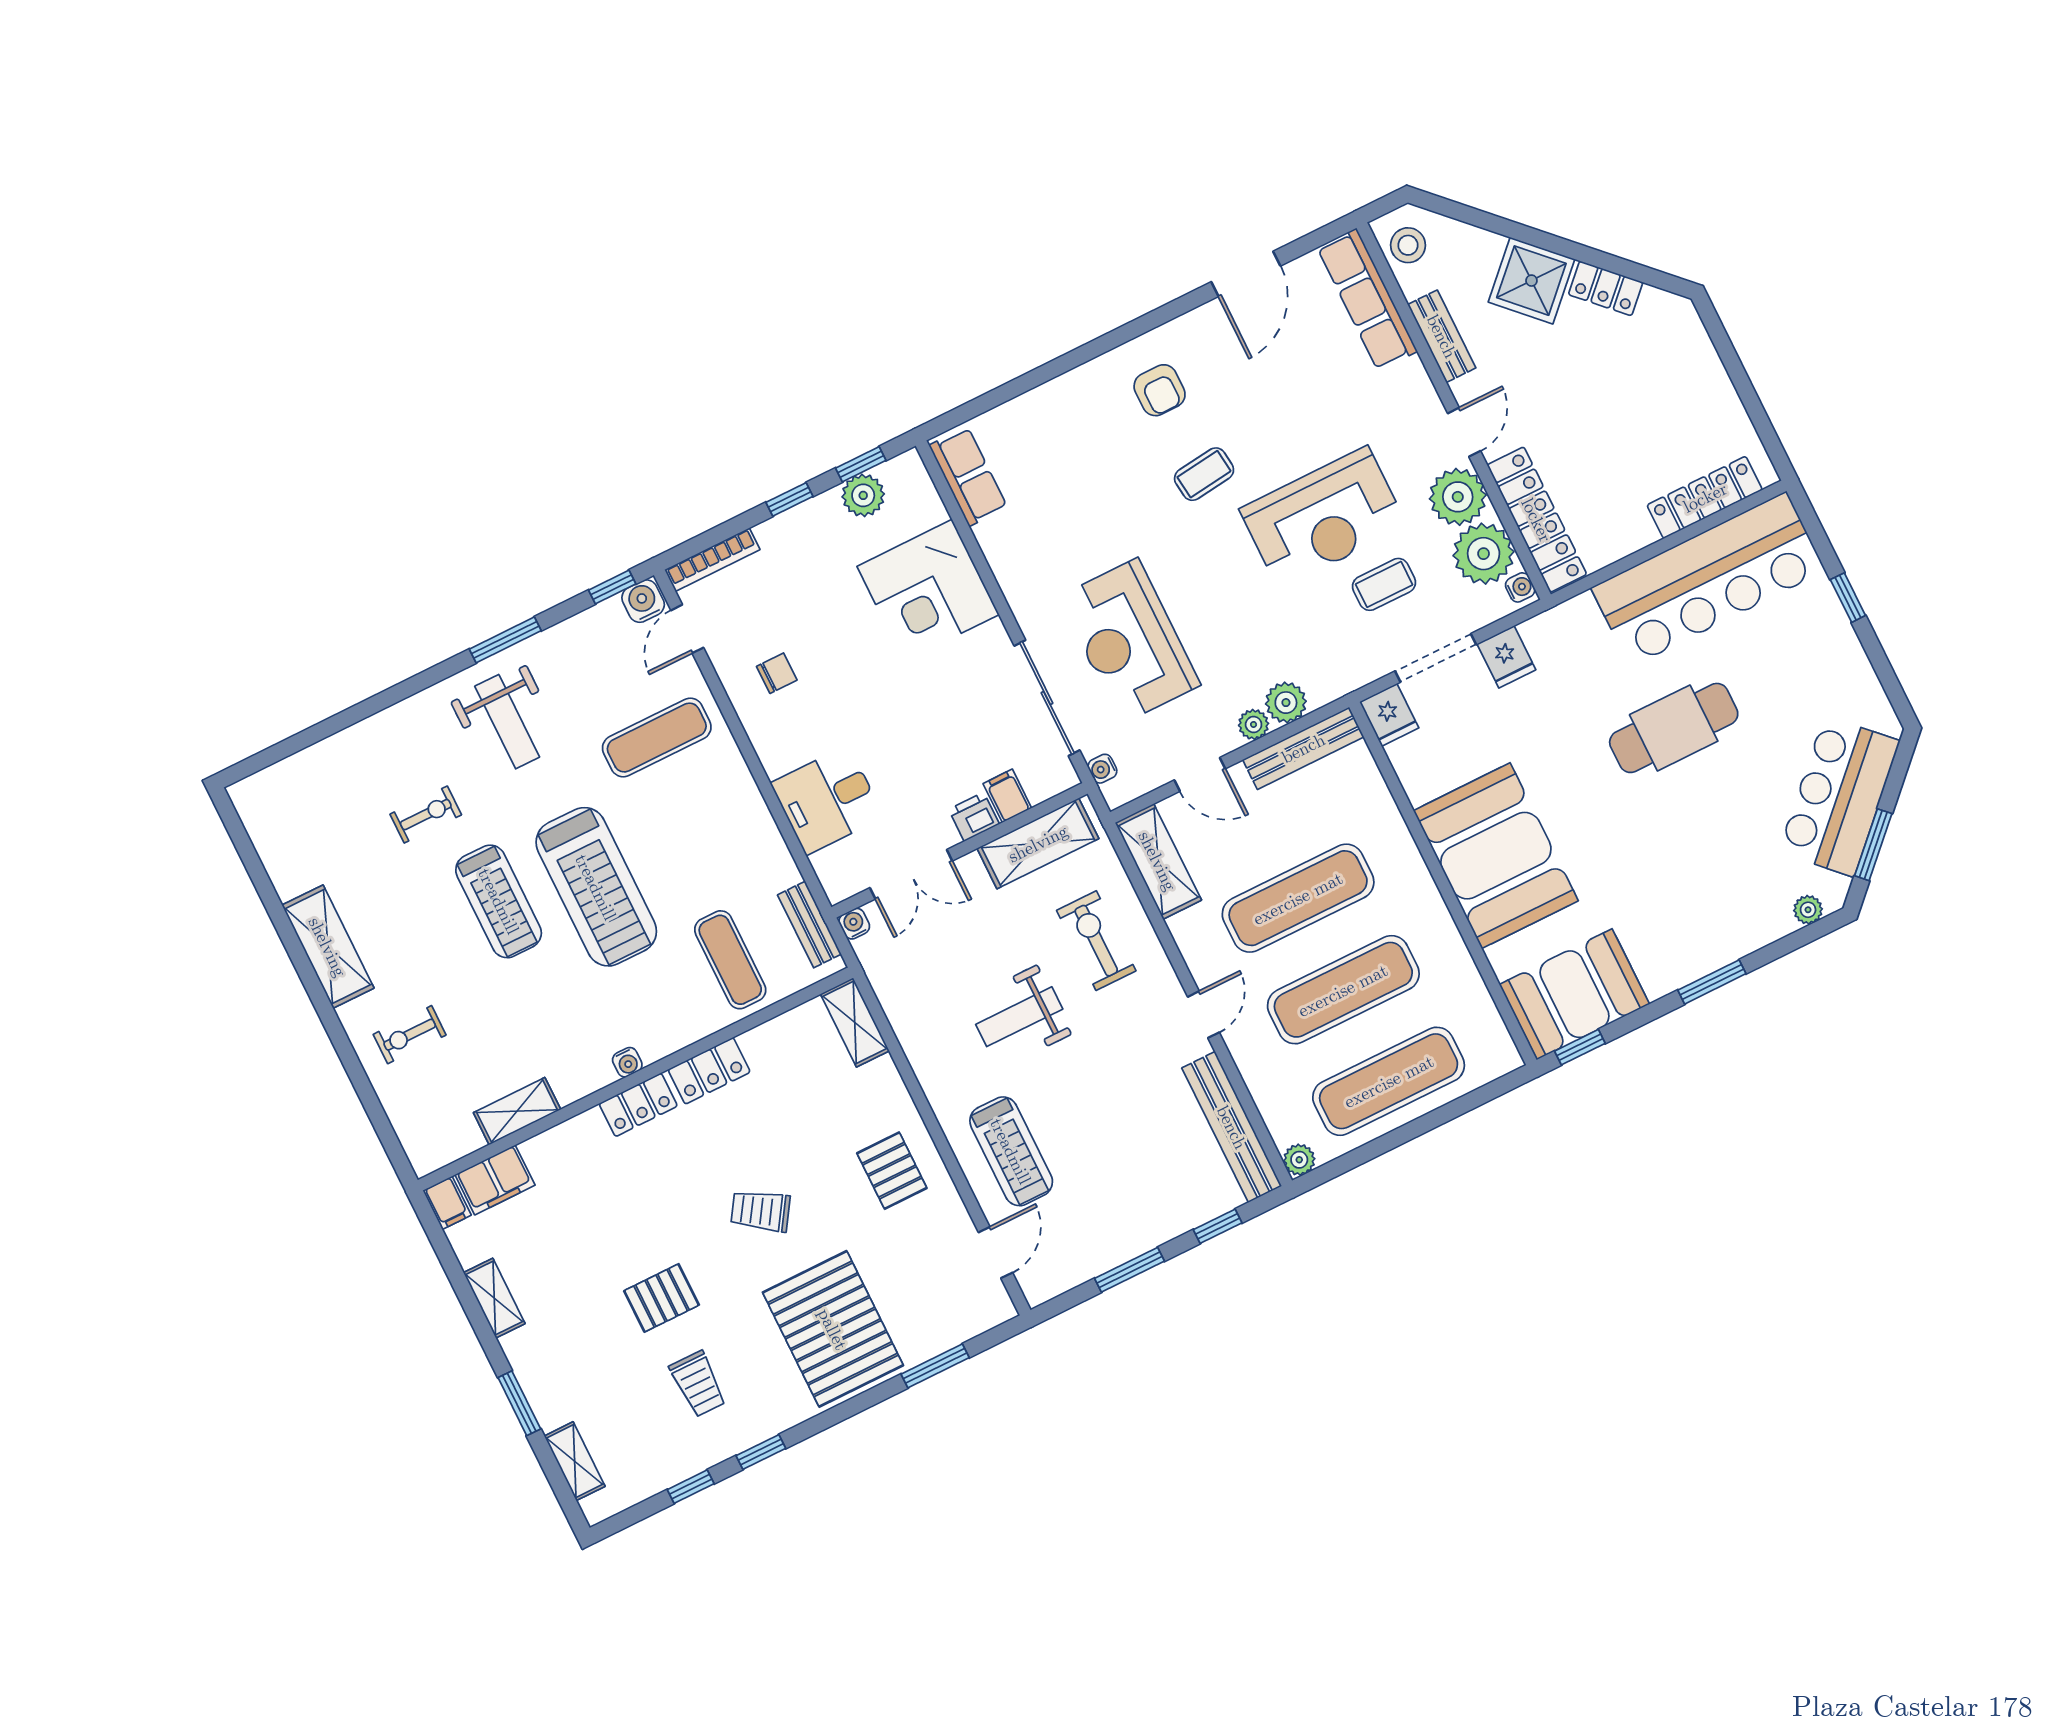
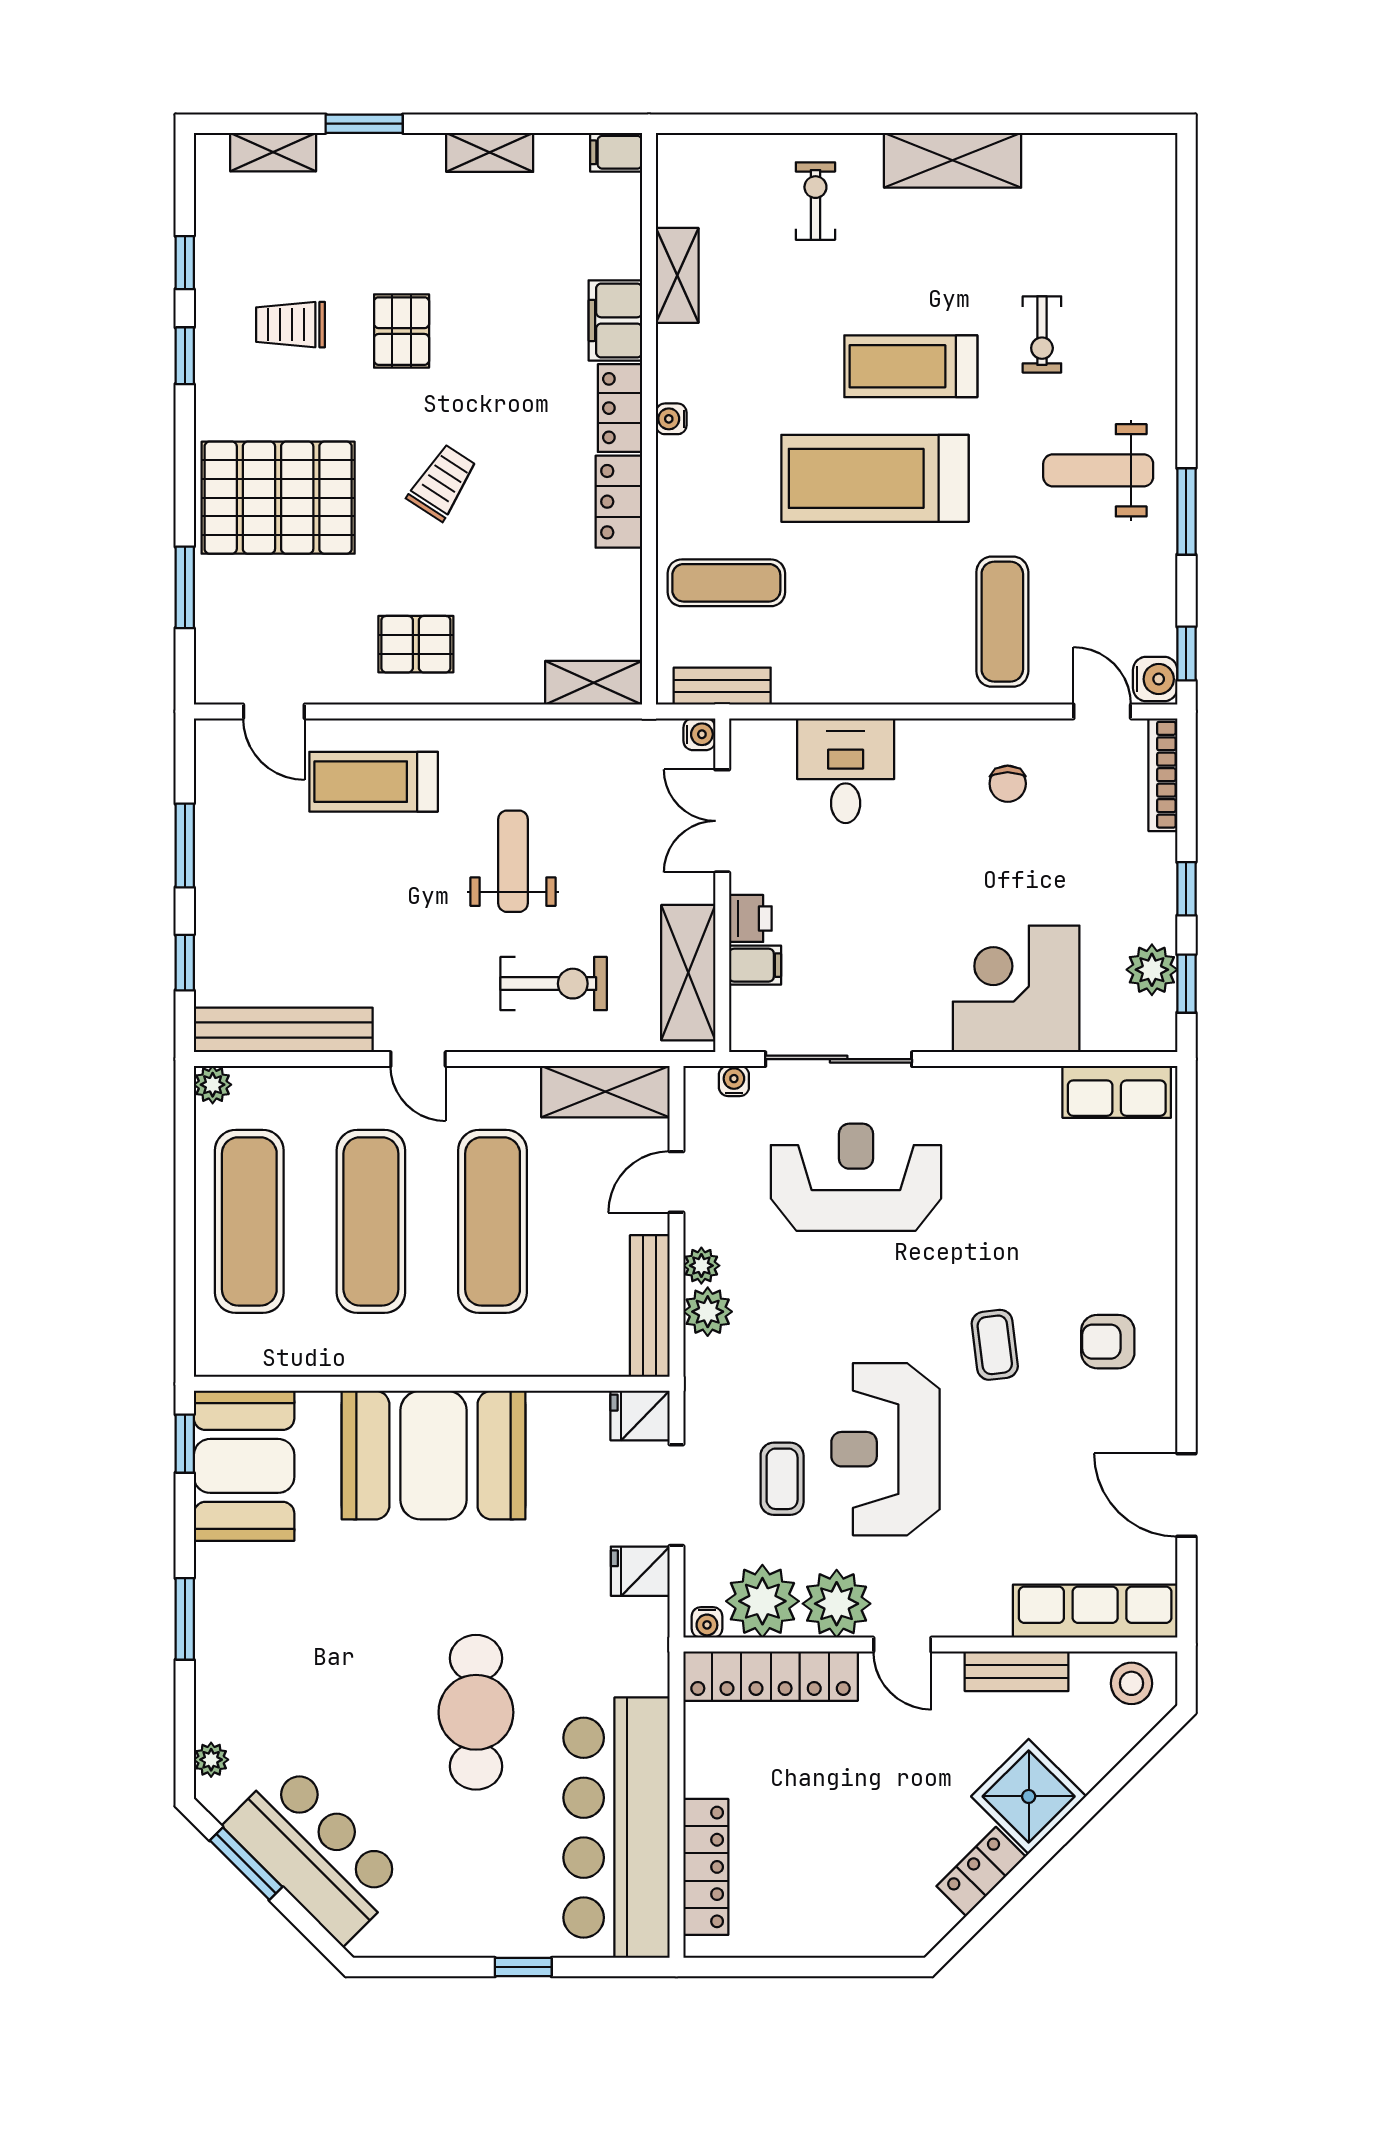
filing cabinet: (495, 1180) -> (615, 320), moved

